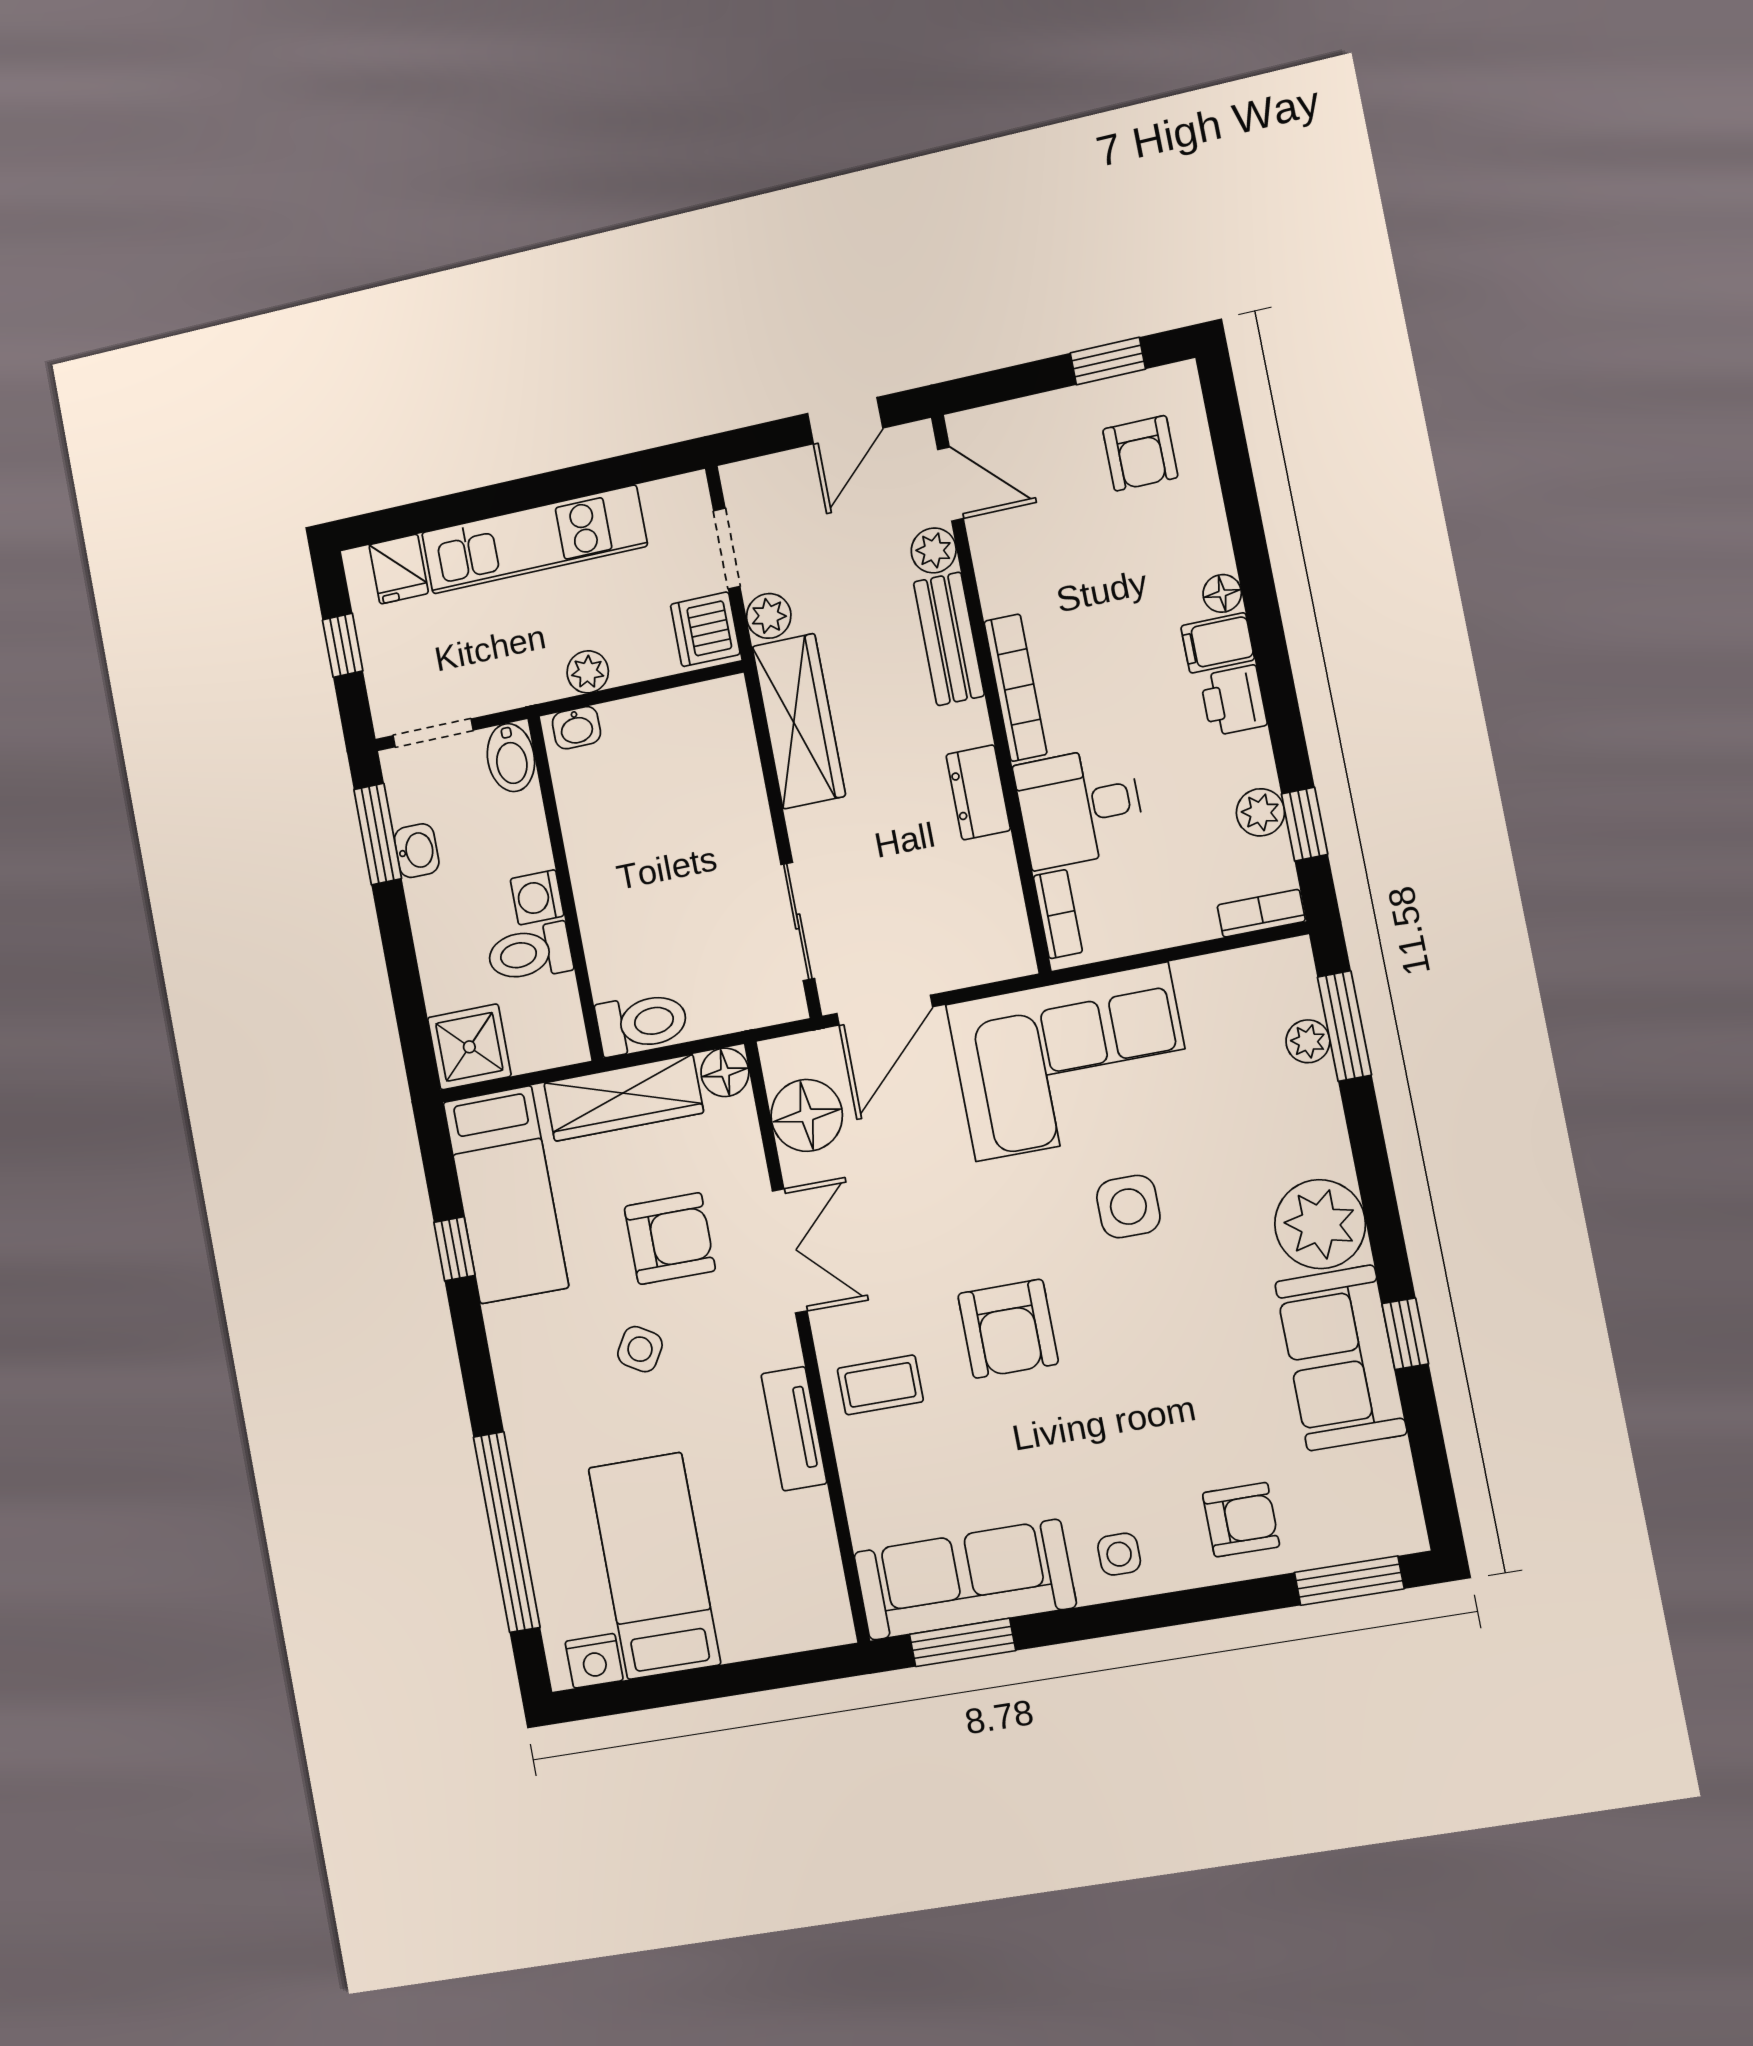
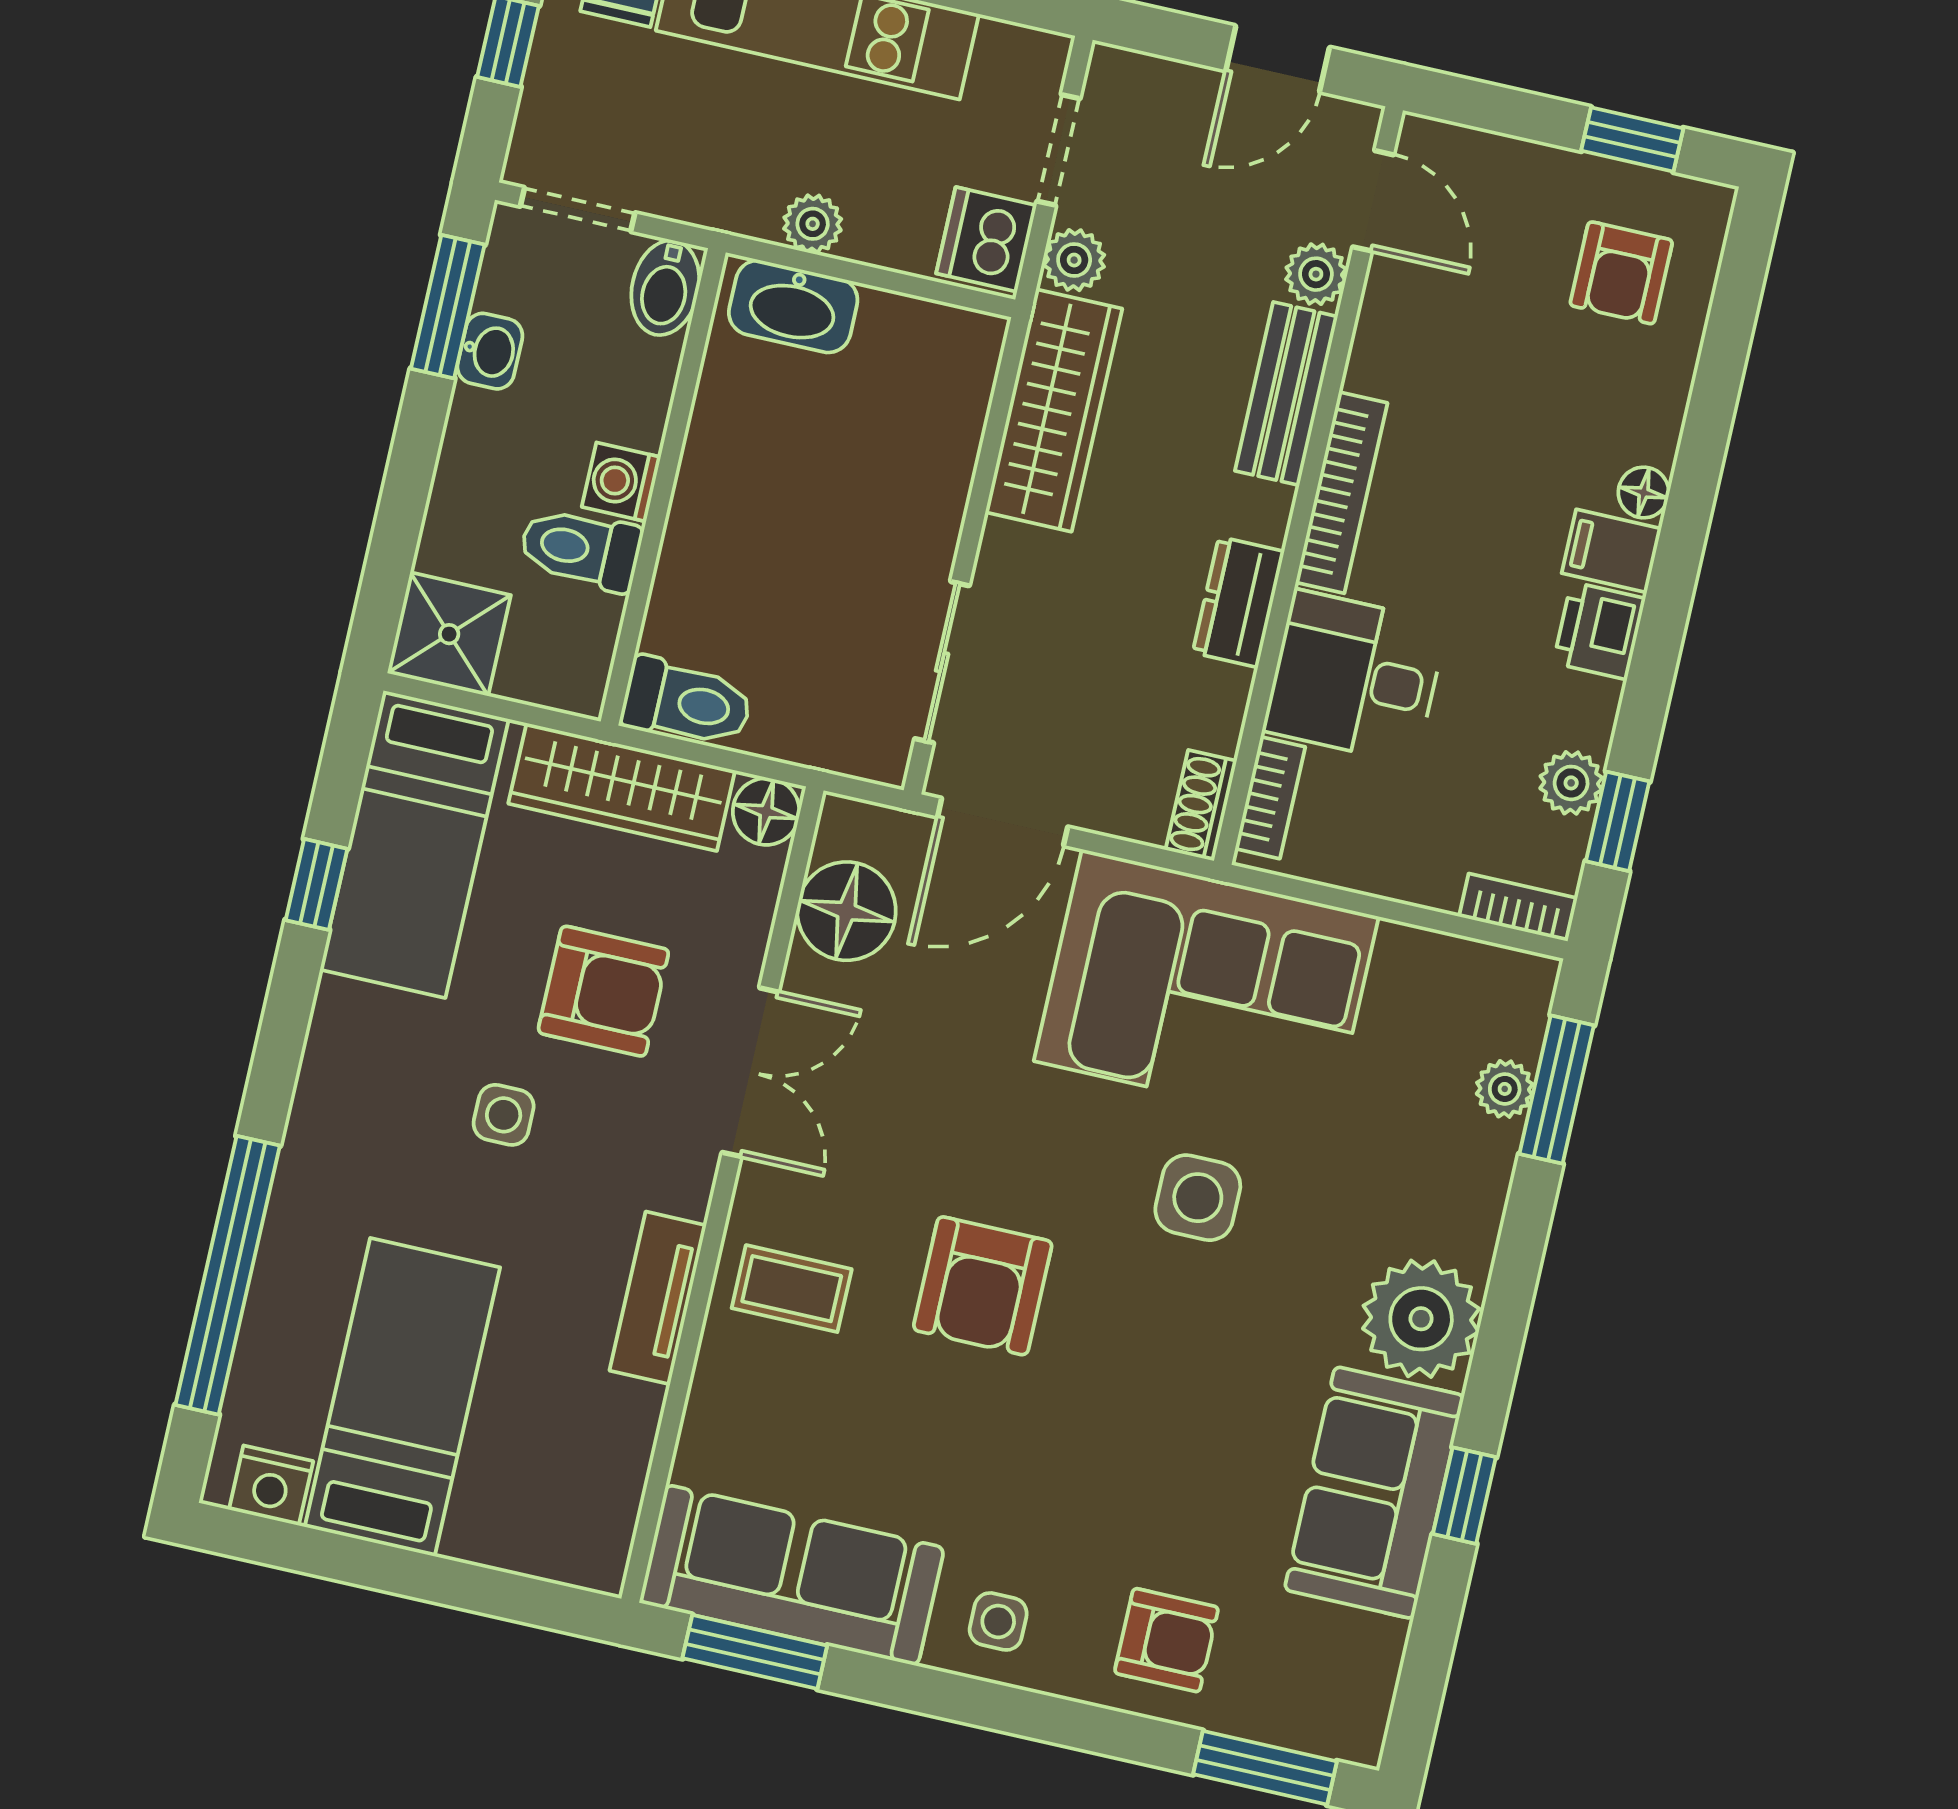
washbasin: (576, 728) -> (793, 306), width x1.91, depth x1.45
shoe rack: (1013, 940) -> (1201, 805), added
side table: (640, 1349) -> (504, 1115), turned -31

